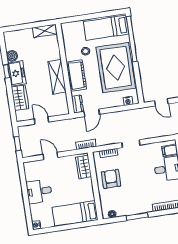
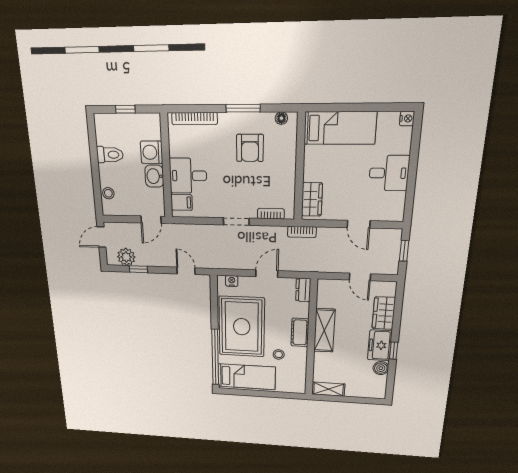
cot: (76, 75) -> (300, 332), width x0.73, depth x0.75
door: (92, 113) -> (267, 274), moved
armchair: (111, 179) -> (250, 148), moved

